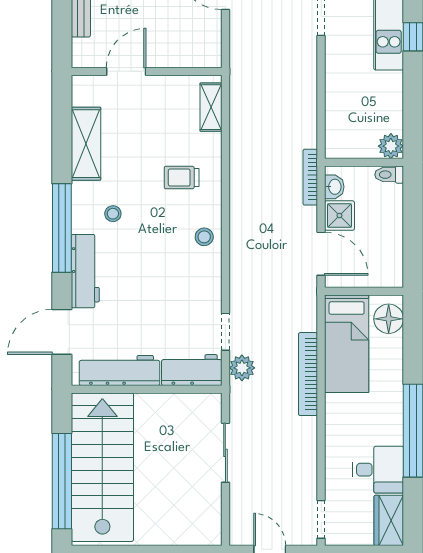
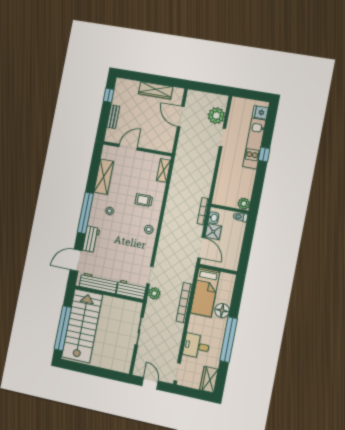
workbench: (85, 271) -> (91, 239), width x0.73
floor lamp: (389, 319) -> (222, 311), moved
desk: (378, 470) -> (196, 346), moved, turned 180

